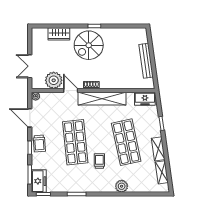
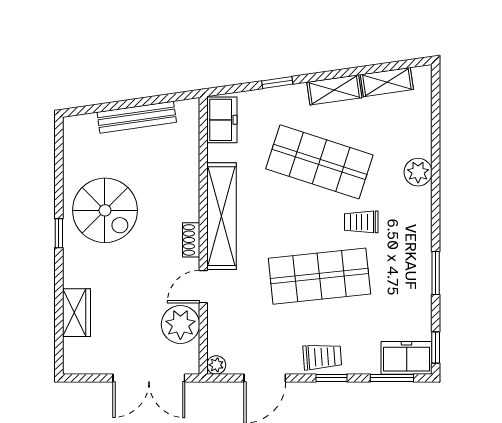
spiral stairs: (89, 45) -> (105, 210), moved
double door: (30, 66) -> (149, 378), width x1.37
shop shelf: (126, 142) -> (319, 162), turned 30

